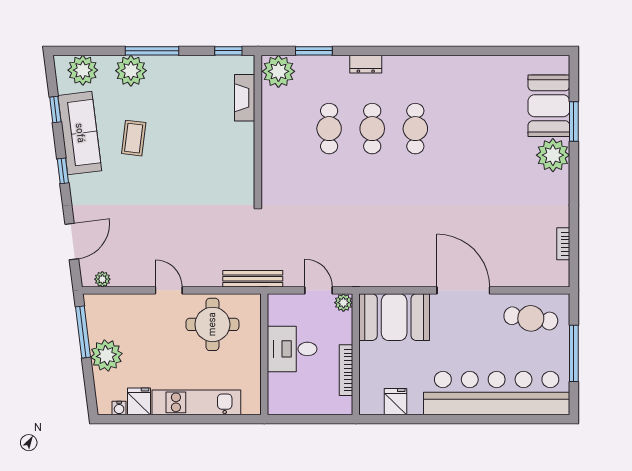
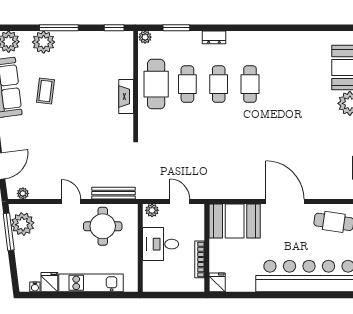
plant: (278, 71) -> (145, 37), width x0.53, depth x0.53
fireplace: (245, 98) -> (126, 97), moved
cafe table: (286, 129) -> (156, 84), added
bench: (253, 279) -> (113, 193), moved
plant: (343, 303) -> (152, 210), moved
plant: (106, 355) -> (23, 224), moved
fridge: (395, 402) -> (217, 282), moved

